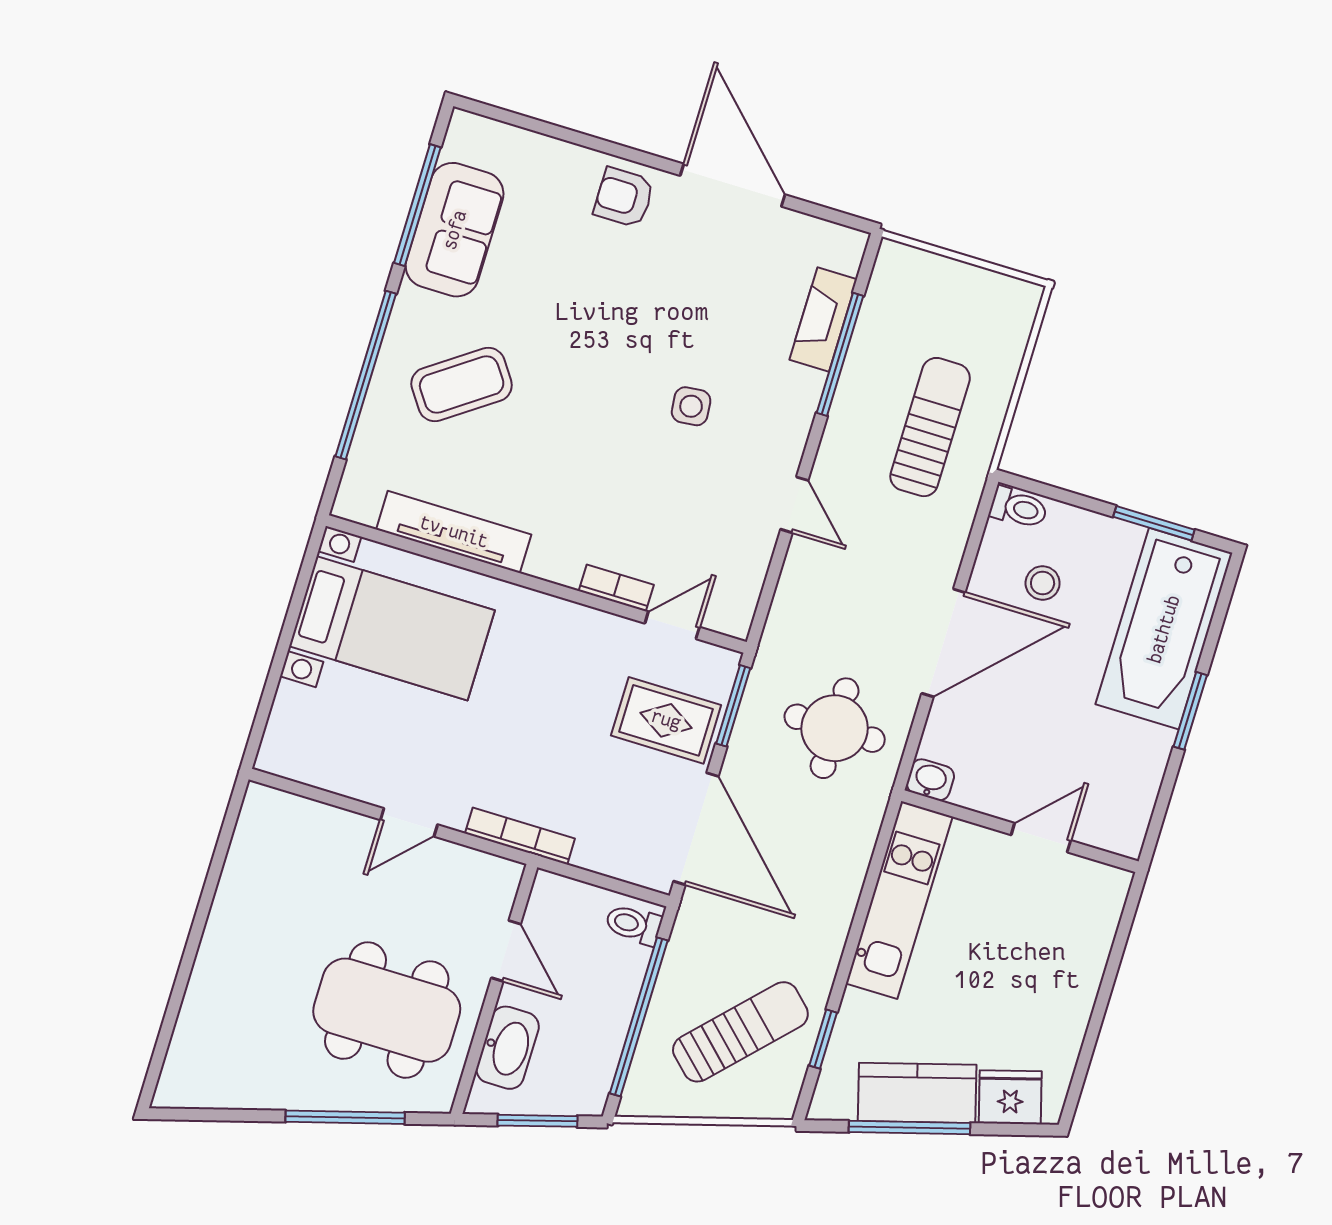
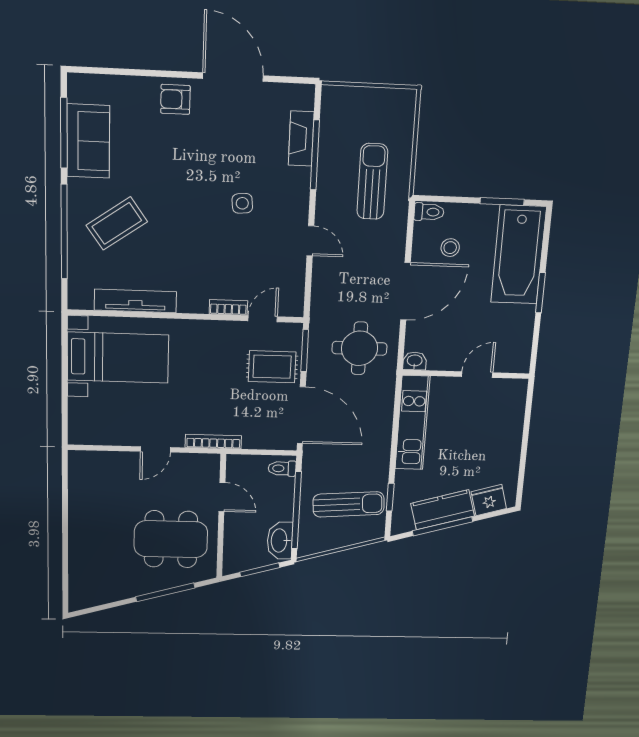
sun lounger: (740, 1032) -> (349, 504), turned 42
washbasin: (508, 1048) -> (280, 541), moved, turned 180

